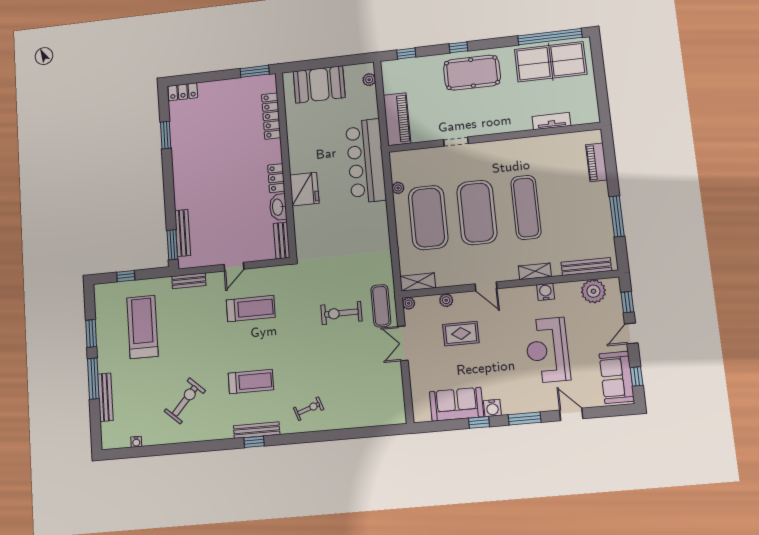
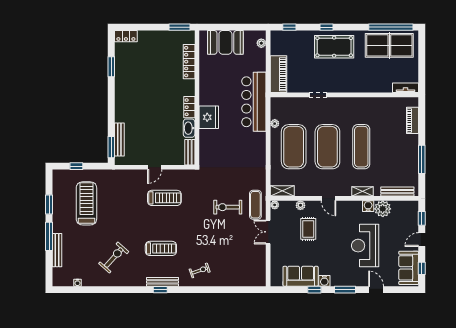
tv unit: (551, 121) -> (406, 88), moved
bench: (189, 281) -> (122, 174), removed
plant: (593, 291) -> (383, 209), moved
rug: (461, 334) -> (308, 229), turned 90

